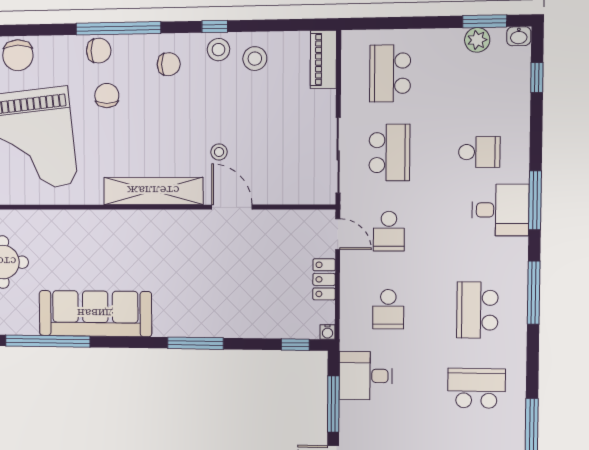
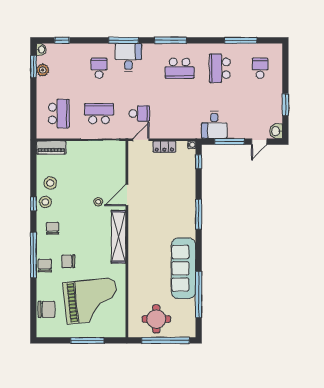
school desk: (390, 73) -> (59, 114), turned -90
school desk: (388, 309) -> (180, 114), removed

